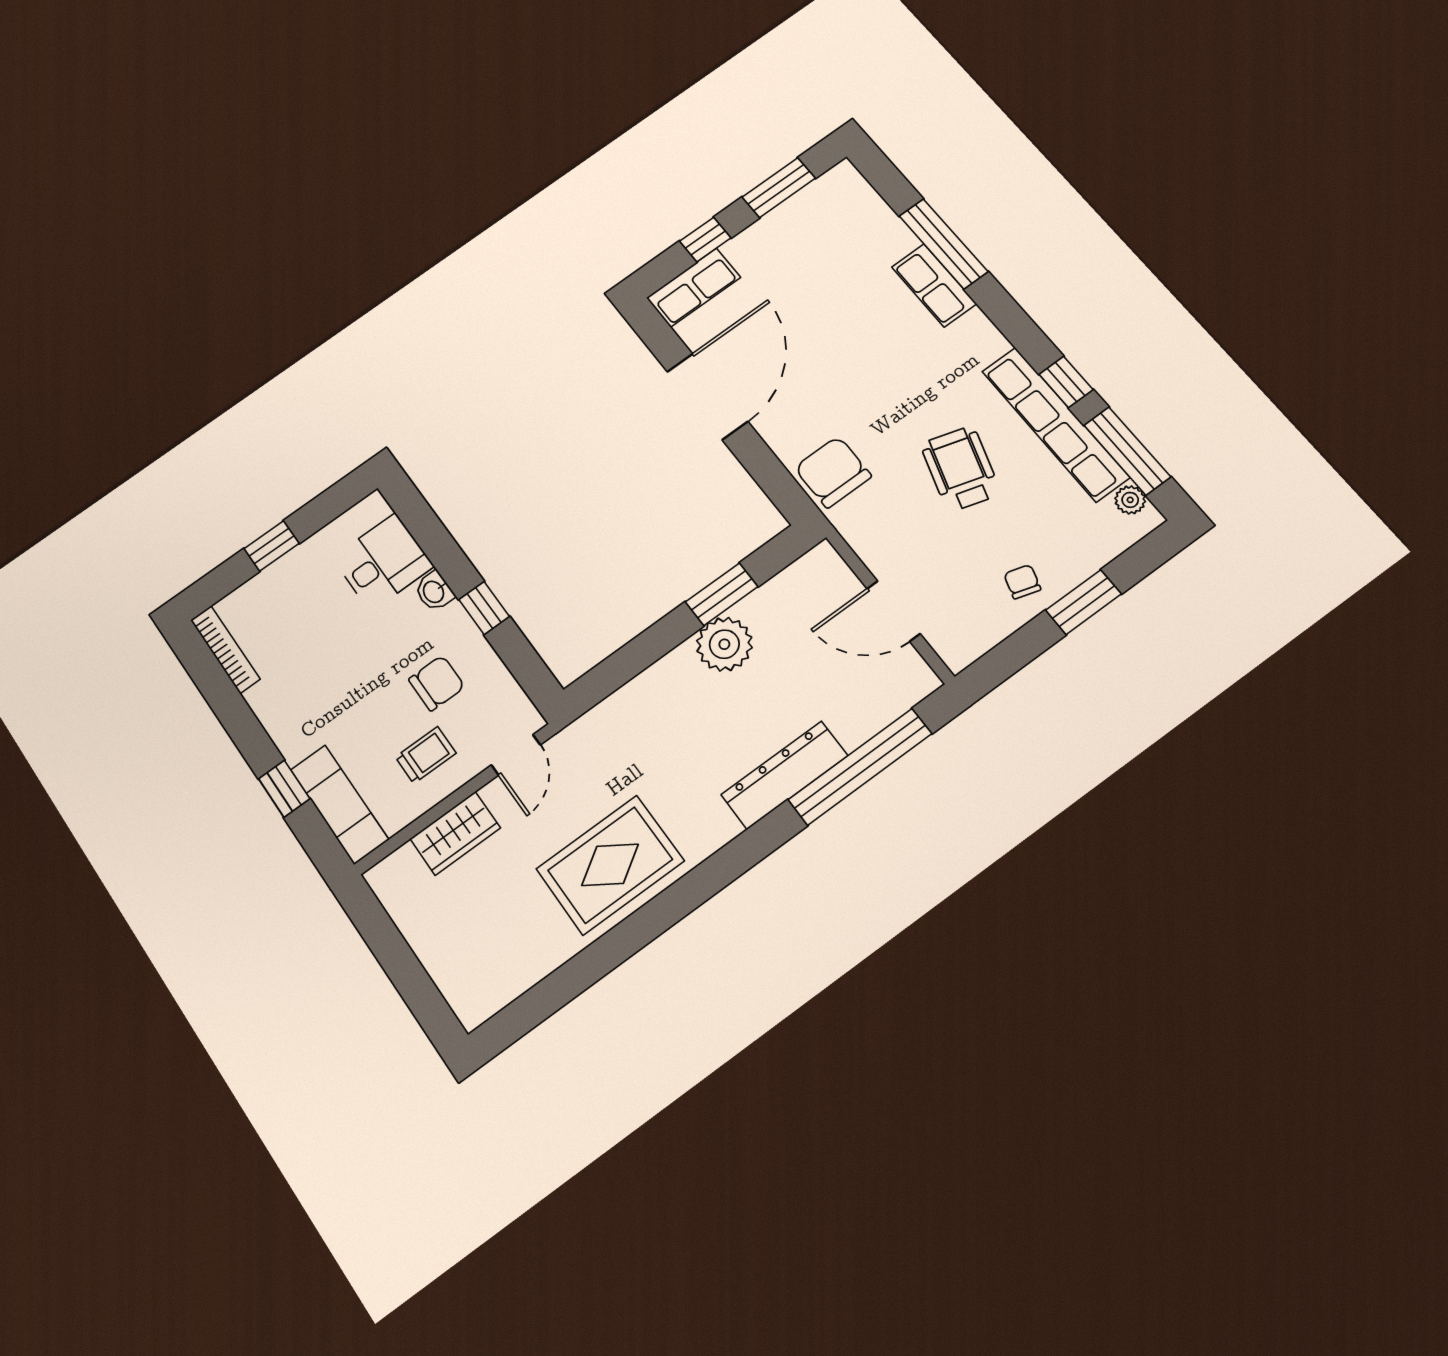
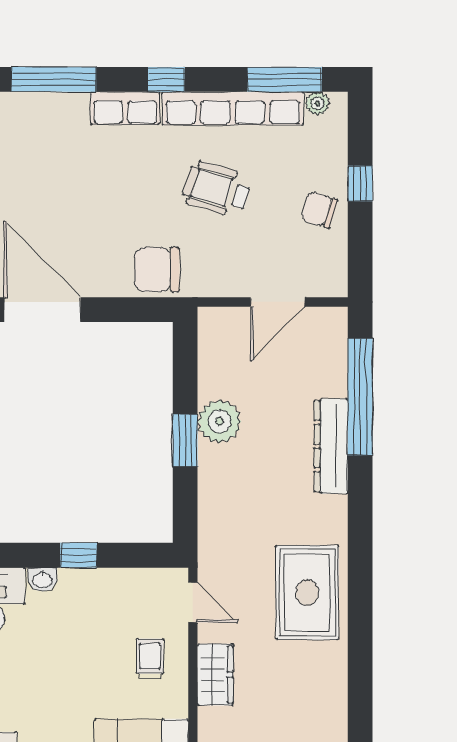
row of seats: (934, 285) -> (125, 108), moved
window: (1066, 382) -> (166, 79), moved
chair: (1022, 582) -> (319, 210), width x1.37, depth x1.37
window: (722, 594) -> (185, 440), moved
window: (1083, 602) -> (360, 184), width x0.67
chair: (437, 683) -> (107, 620), removed

